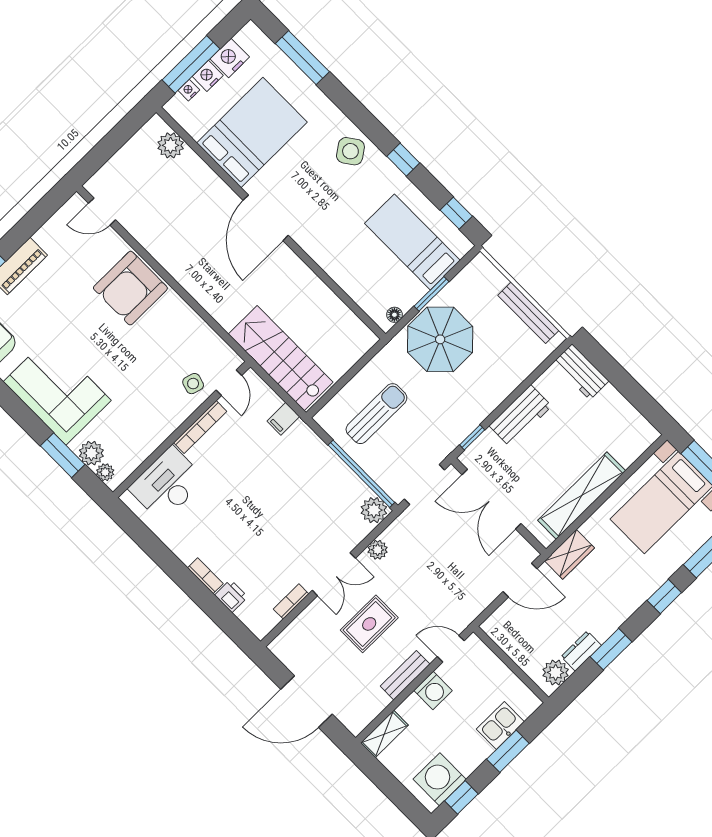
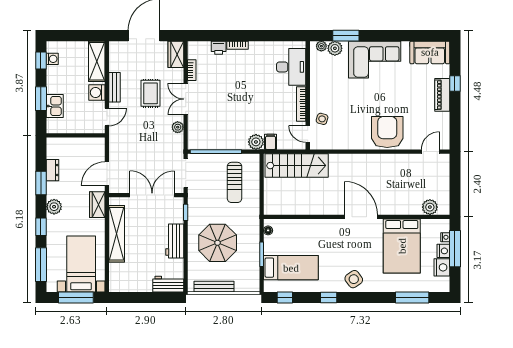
parasol: (440, 339) -> (218, 243), moved
plant: (374, 510) -> (256, 142), moved
wardrobe: (291, 640) -> (176, 54), added
plant: (556, 673) -> (54, 207), moved
shelving: (384, 734) -> (97, 61), width x1.50, depth x1.33
washing machine: (440, 779) -> (52, 59), width x0.53, depth x0.53

